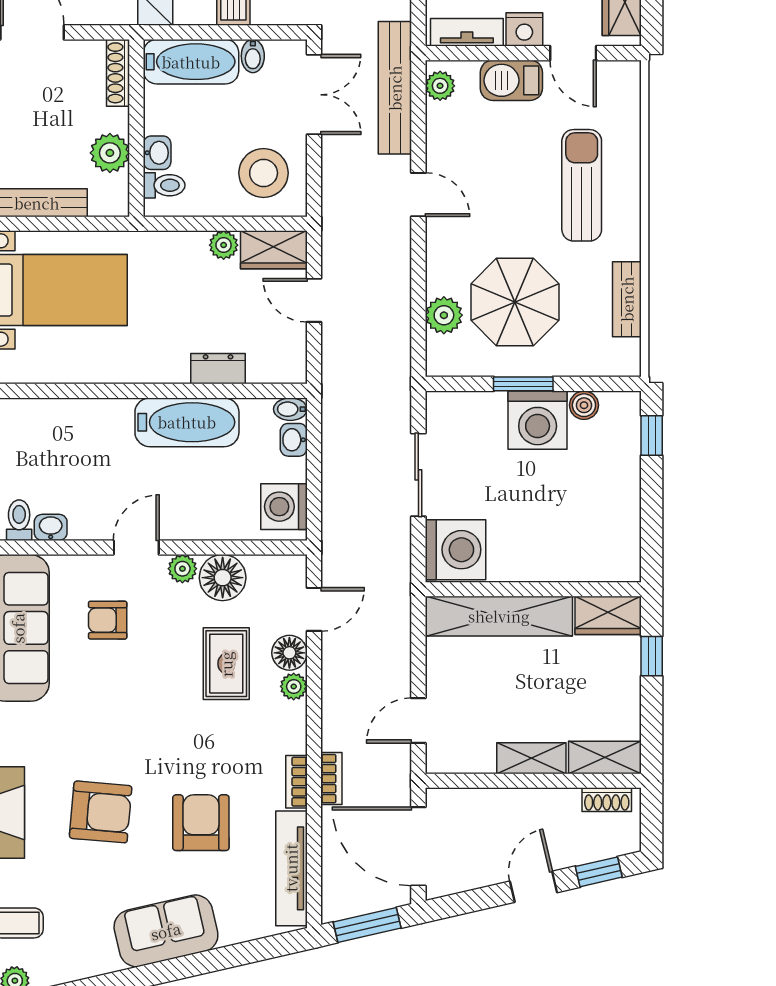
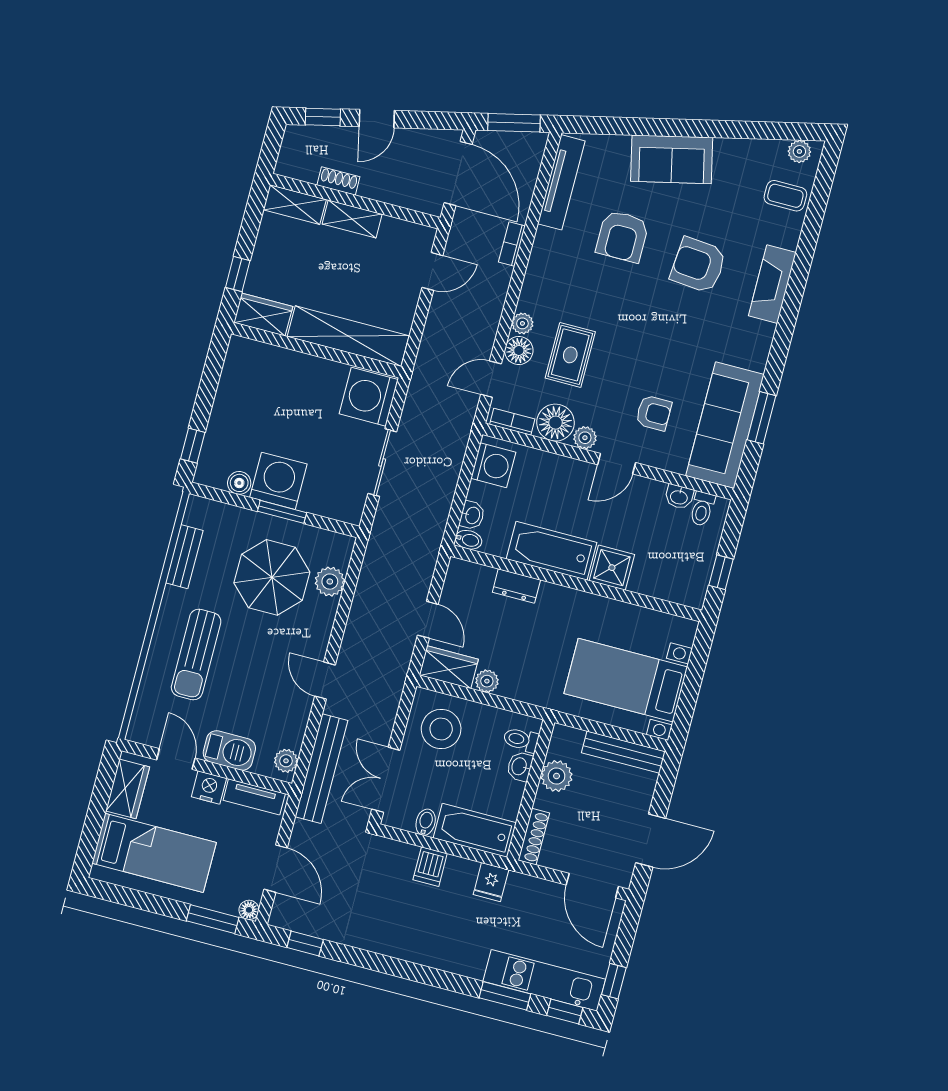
shower: (109, 421) -> (612, 568), added
bookcase: (296, 782) -> (512, 422), moved, turned -90
shoe rack: (607, 800) -> (338, 181), moved

